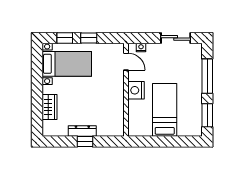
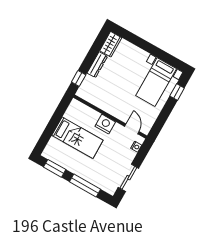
window: (89, 38) -> (167, 110), removed
door: (126, 62) -> (132, 129), swing flipped
wardrobe: (50, 107) -> (111, 44), moved, turned -90
window: (85, 142) -> (79, 79), moved

